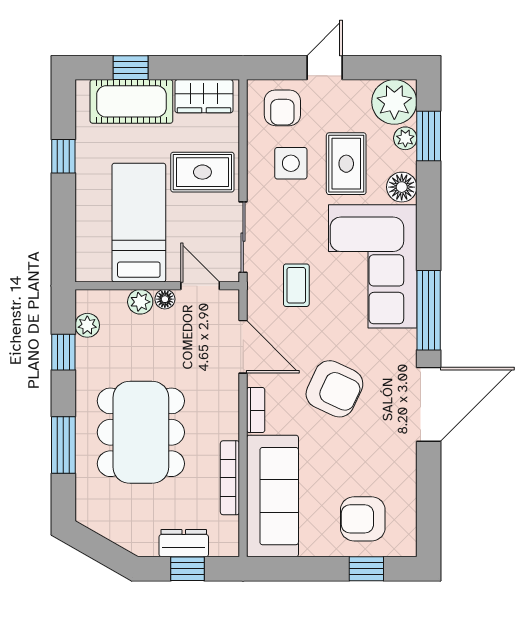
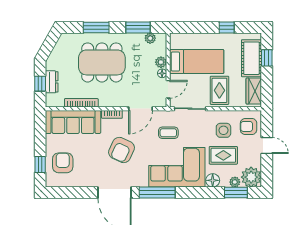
window: (63, 352) -> (138, 27), width x1.50

